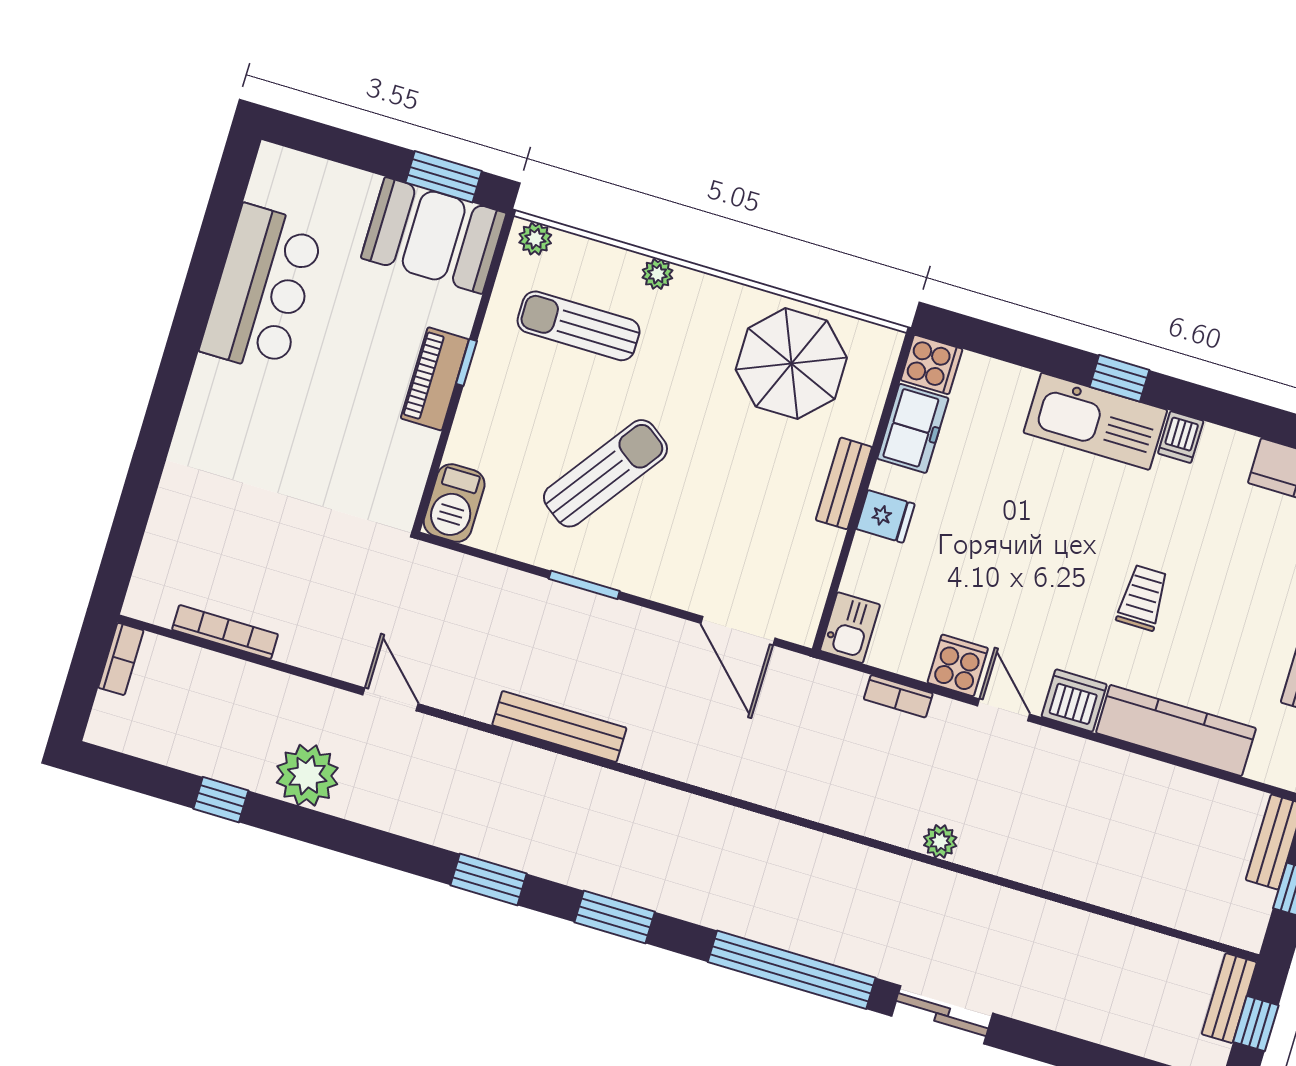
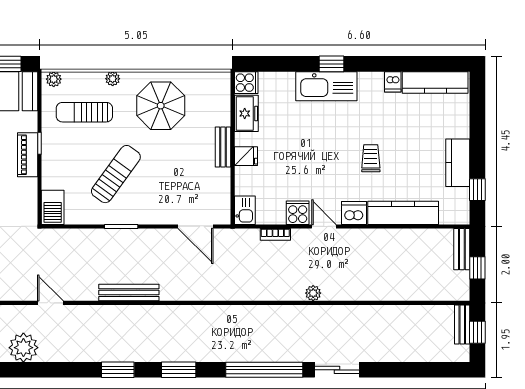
parasol: (791, 364) -> (161, 106), moved
dishwasher: (1181, 437) -> (393, 82), moved

